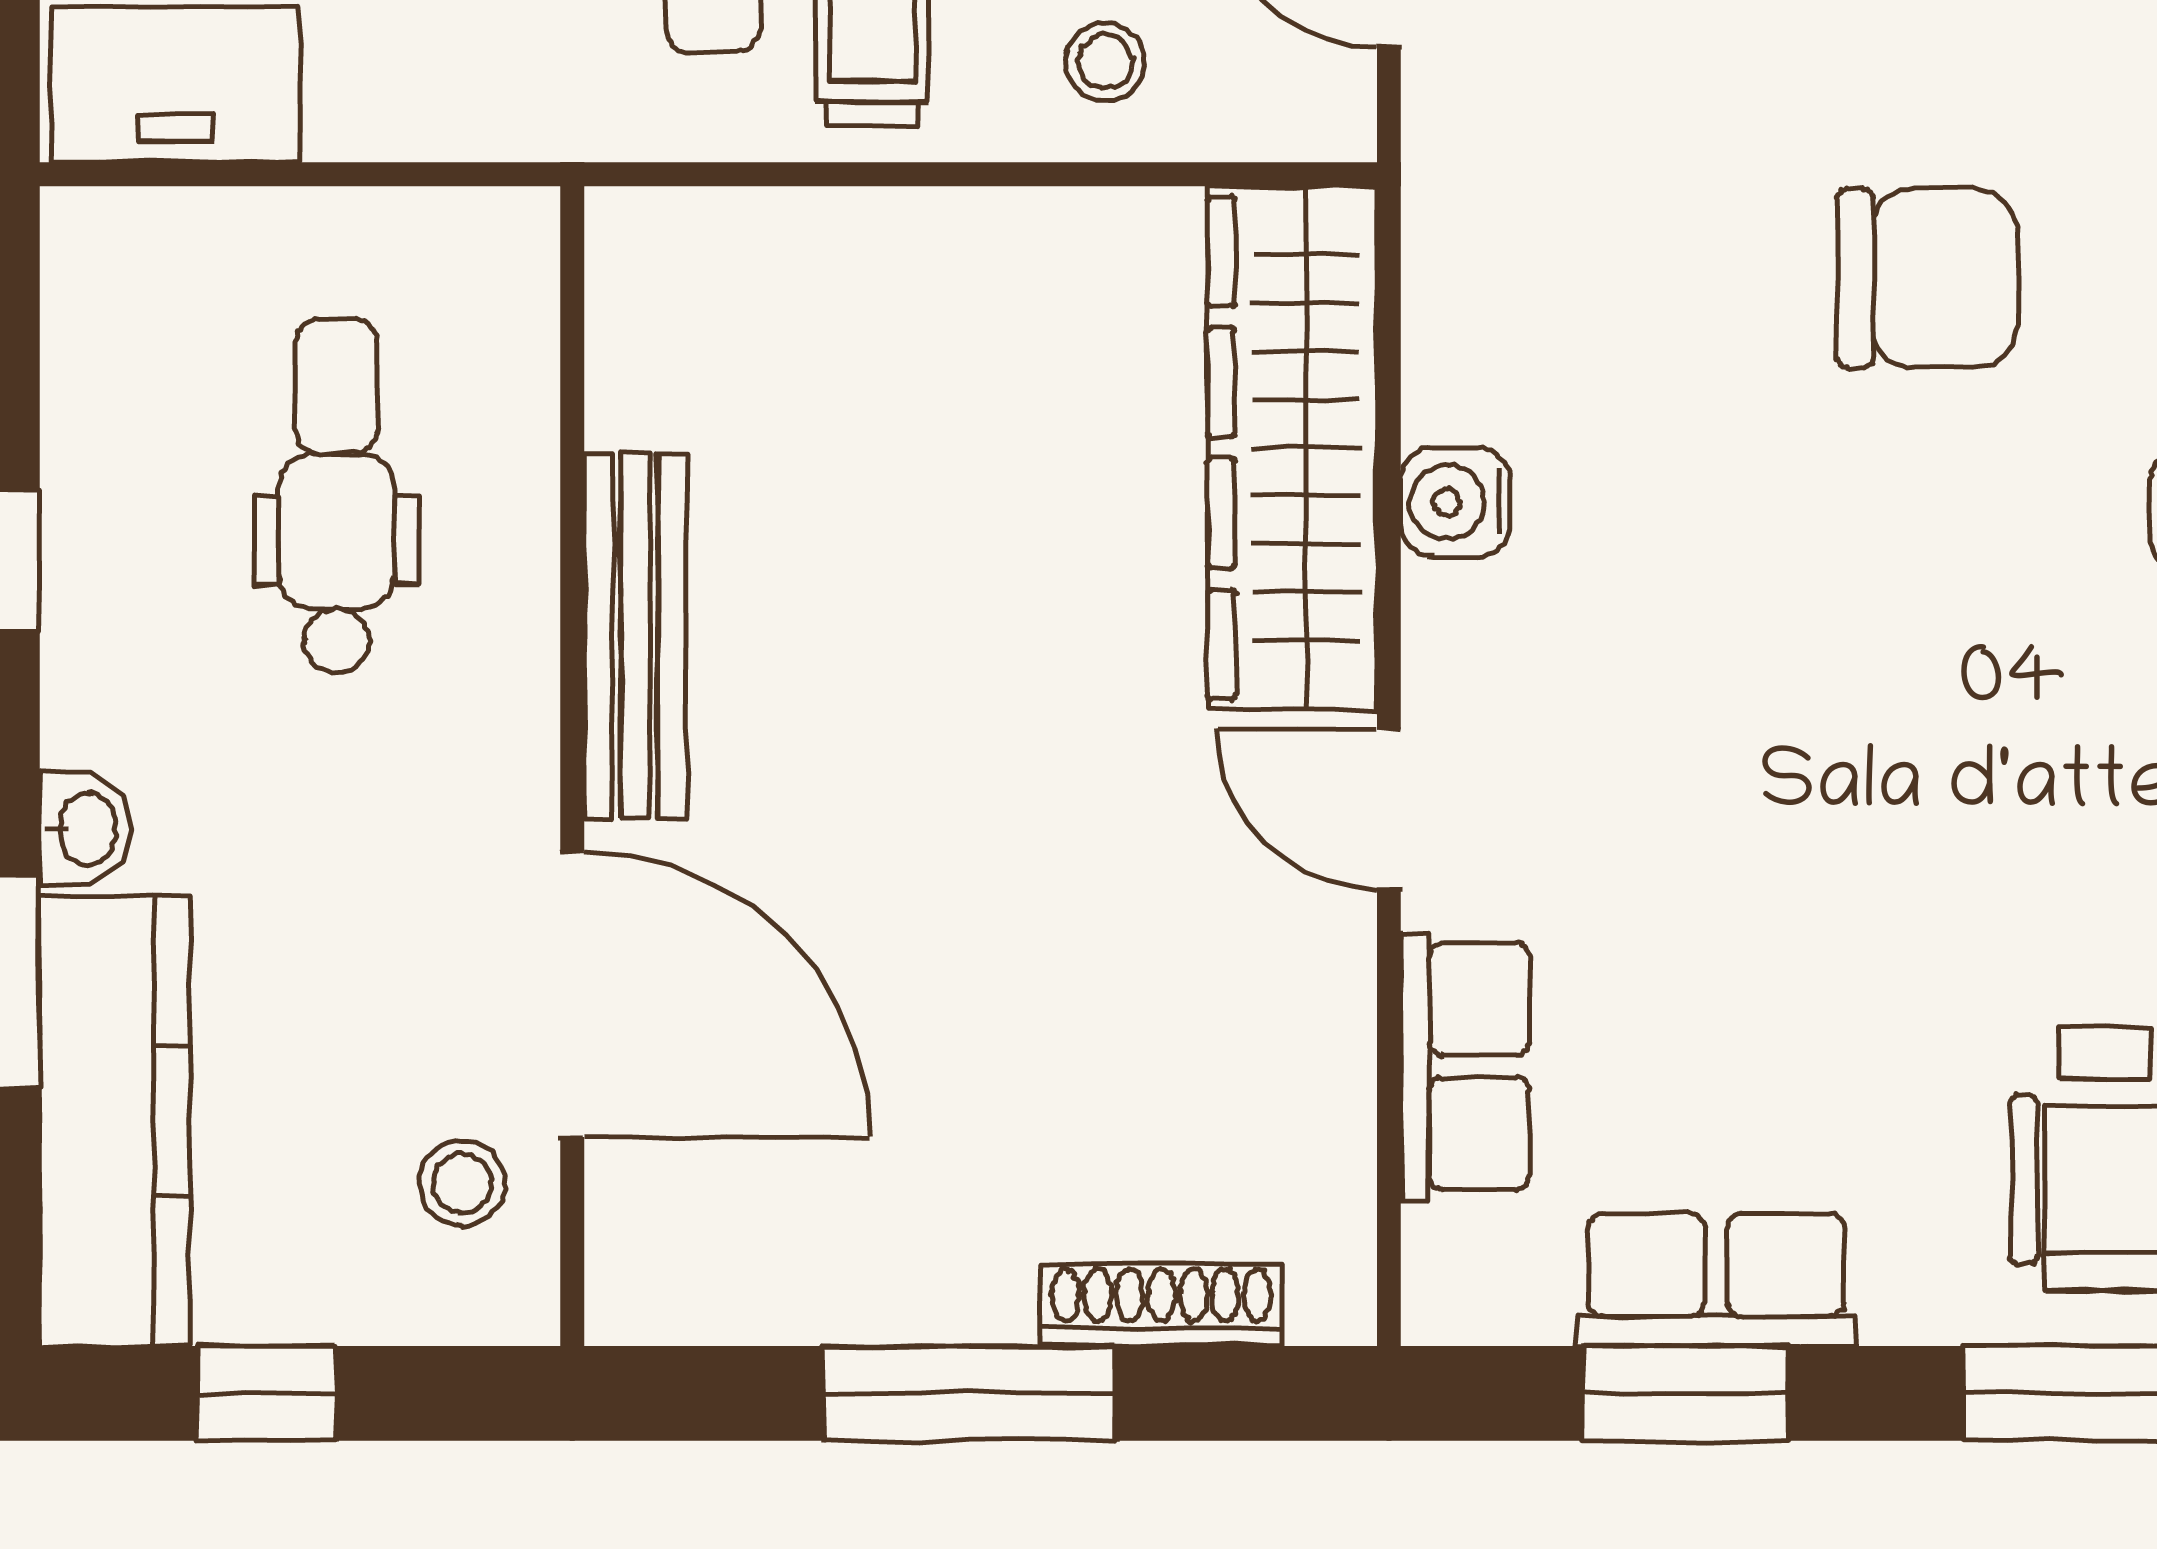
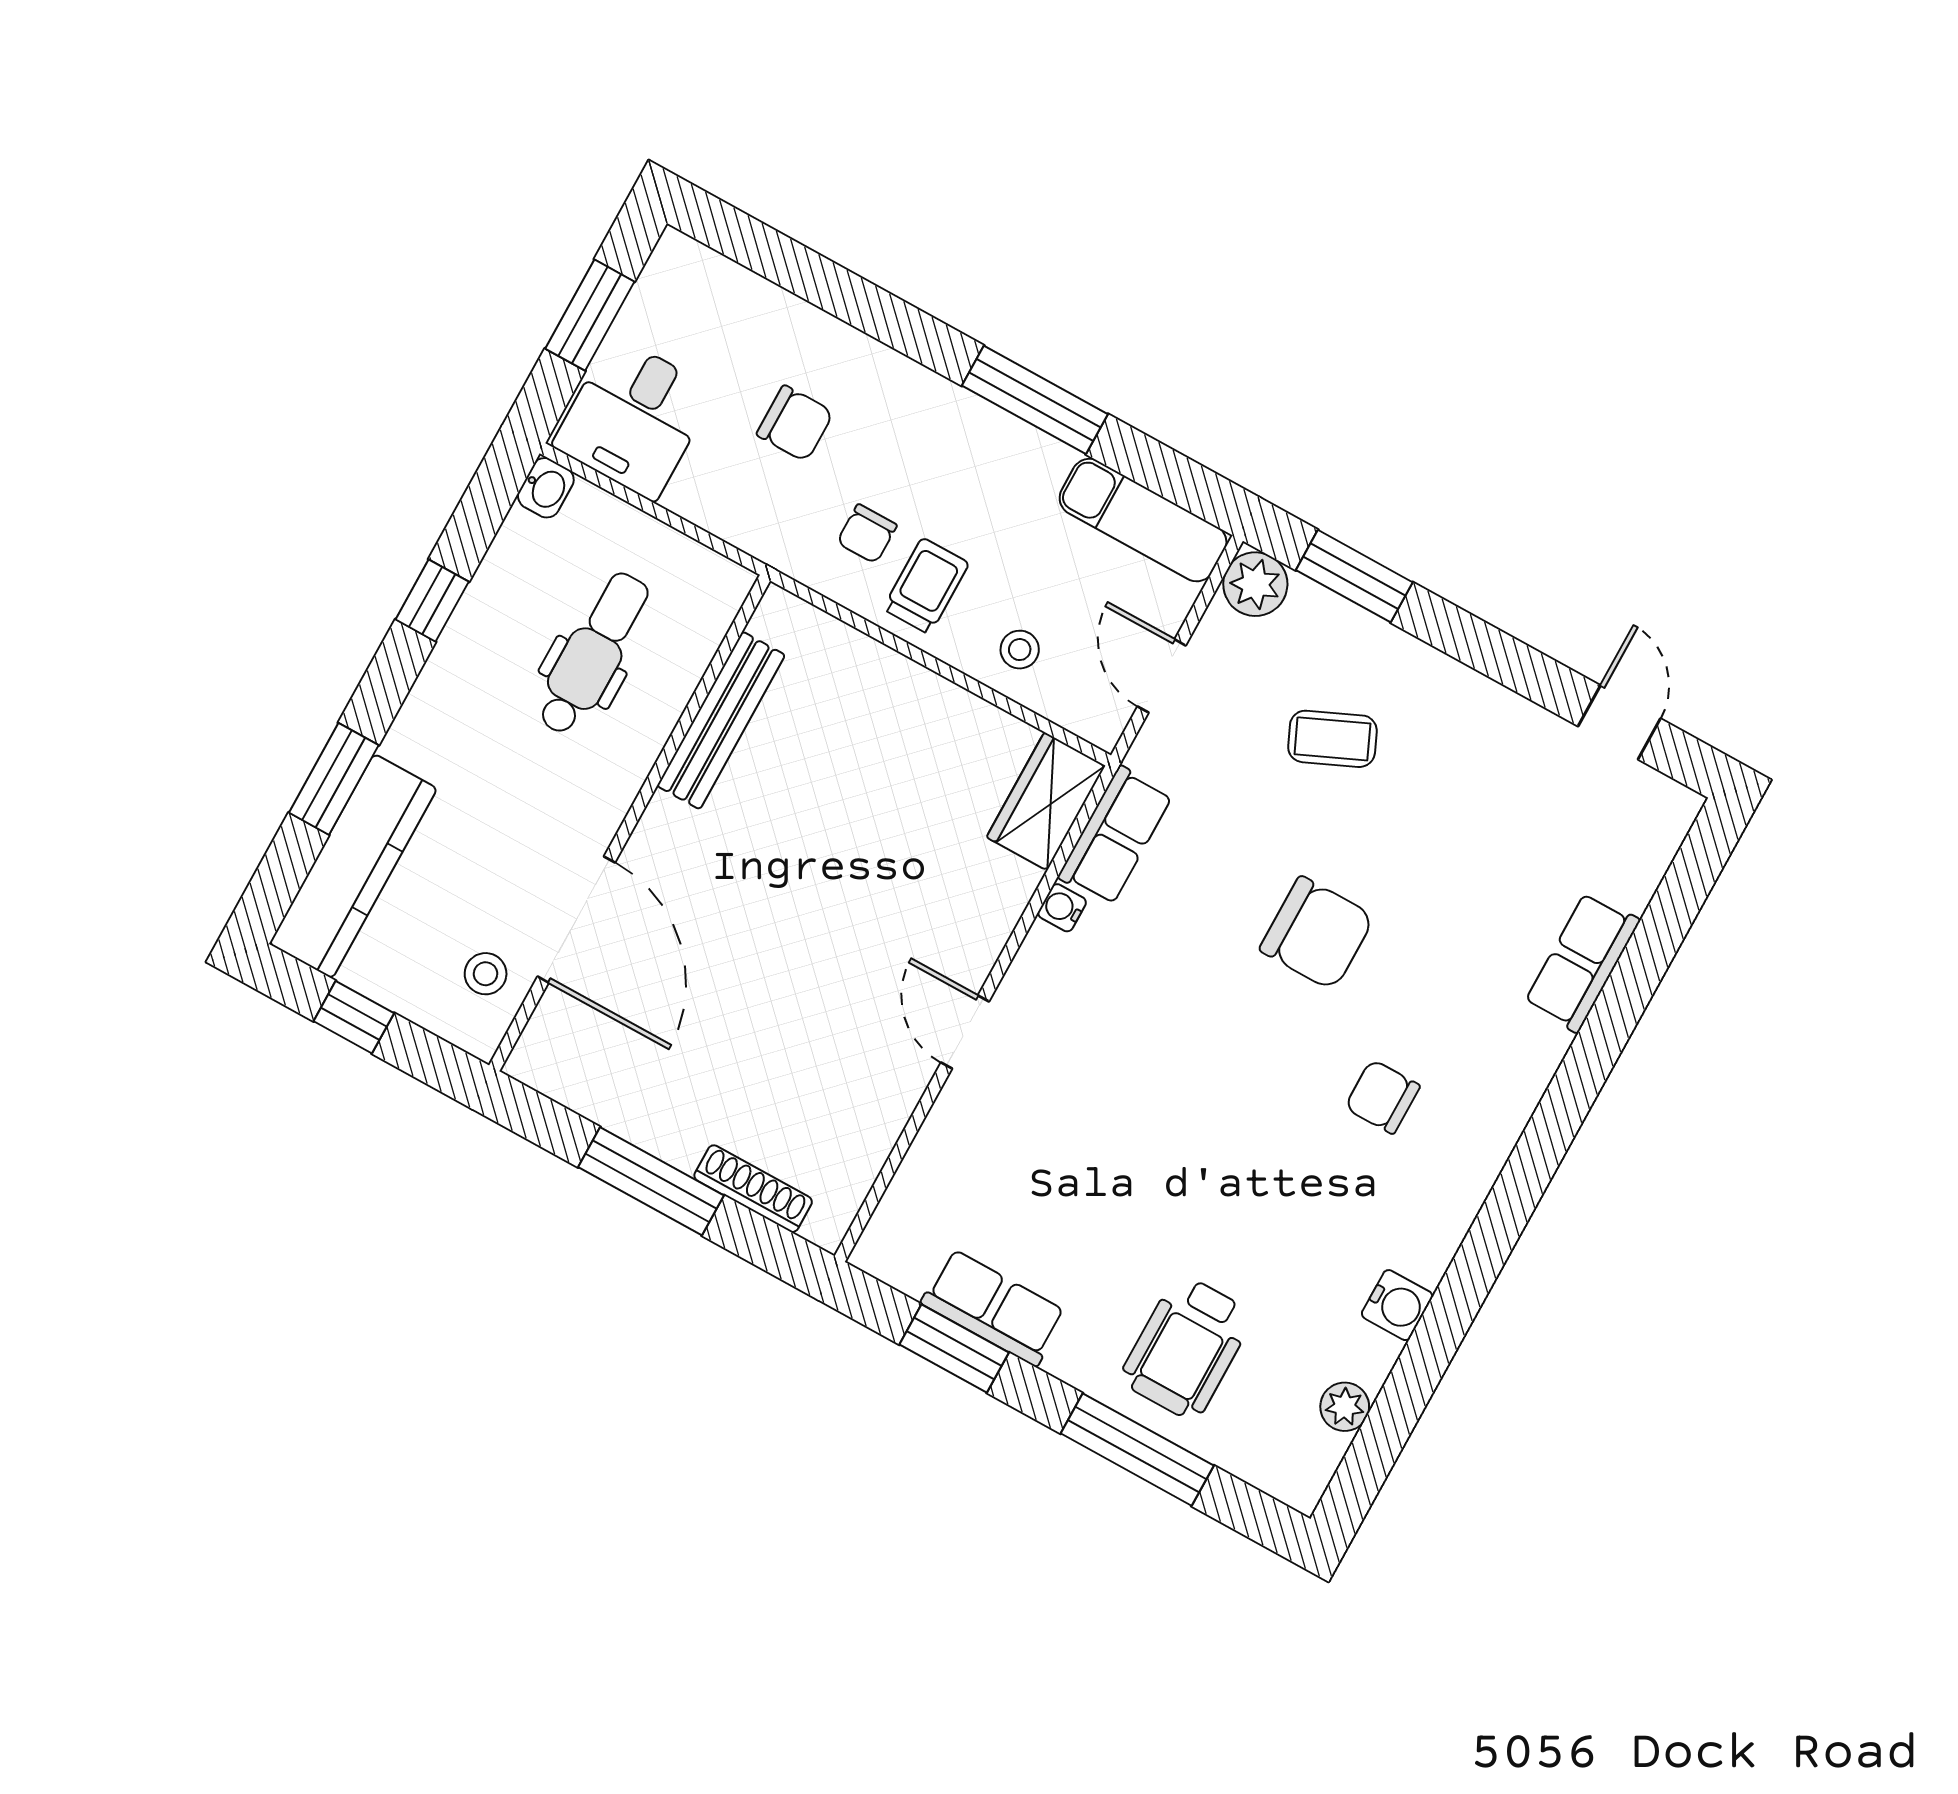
wardrobe: (1292, 448) -> (1046, 801), width x0.48, depth x0.85
water cooler: (1455, 502) -> (1062, 908), width x0.72, depth x0.72
bench: (635, 636) -> (721, 720), moved
washbasin: (85, 829) -> (546, 488), moved
row of seats: (1465, 1066) -> (1115, 836), moved

